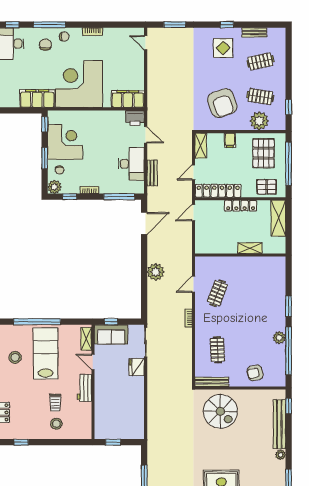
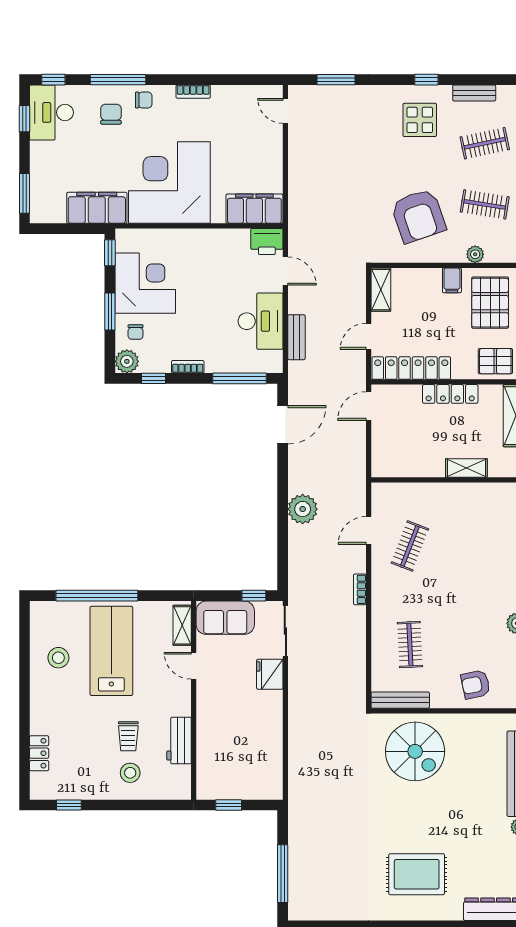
plant: (259, 121) -> (475, 254), width x0.53, depth x0.53
filing cabinet: (230, 140) -> (452, 280), moved
window: (111, 322) -> (254, 596), moved
workbench: (85, 388) -> (179, 741), moved

